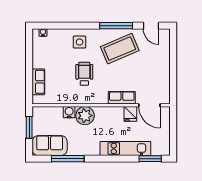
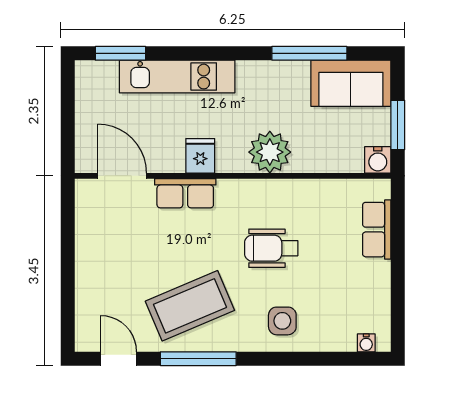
wheelchair: (84, 74) -> (271, 248), turned 90
water cooler: (69, 112) -> (378, 160), moved
fridge: (130, 114) -> (200, 156), moved

